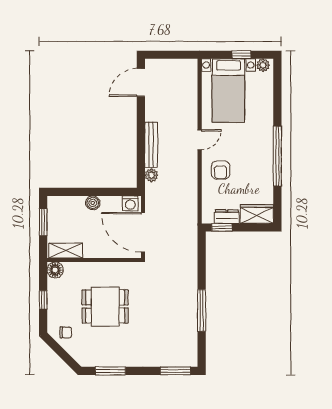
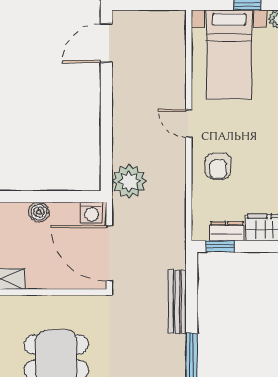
door: (200, 140) -> (189, 123), swing flipped
bench: (151, 145) -> (177, 302), moved
plant: (151, 175) -> (129, 181), width x1.87, depth x1.87

